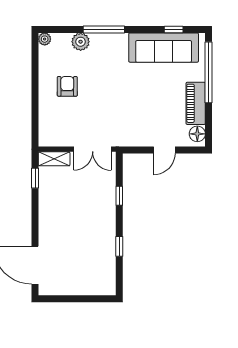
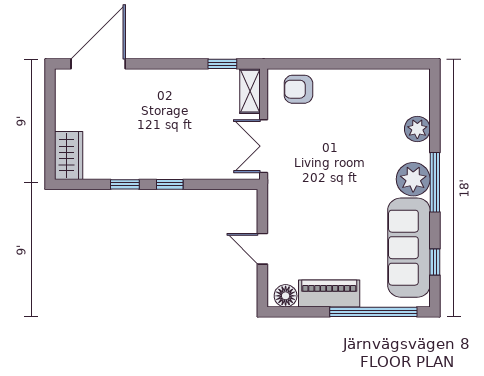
window: (104, 29) -> (435, 182), moved
plant: (45, 39) -> (413, 179), moved, width x1.88, depth x1.88
armchair: (67, 86) -> (298, 89), moved, turned 180
window: (119, 196) -> (170, 184), moved
wardrobe: (99, 286) -> (69, 155), added

